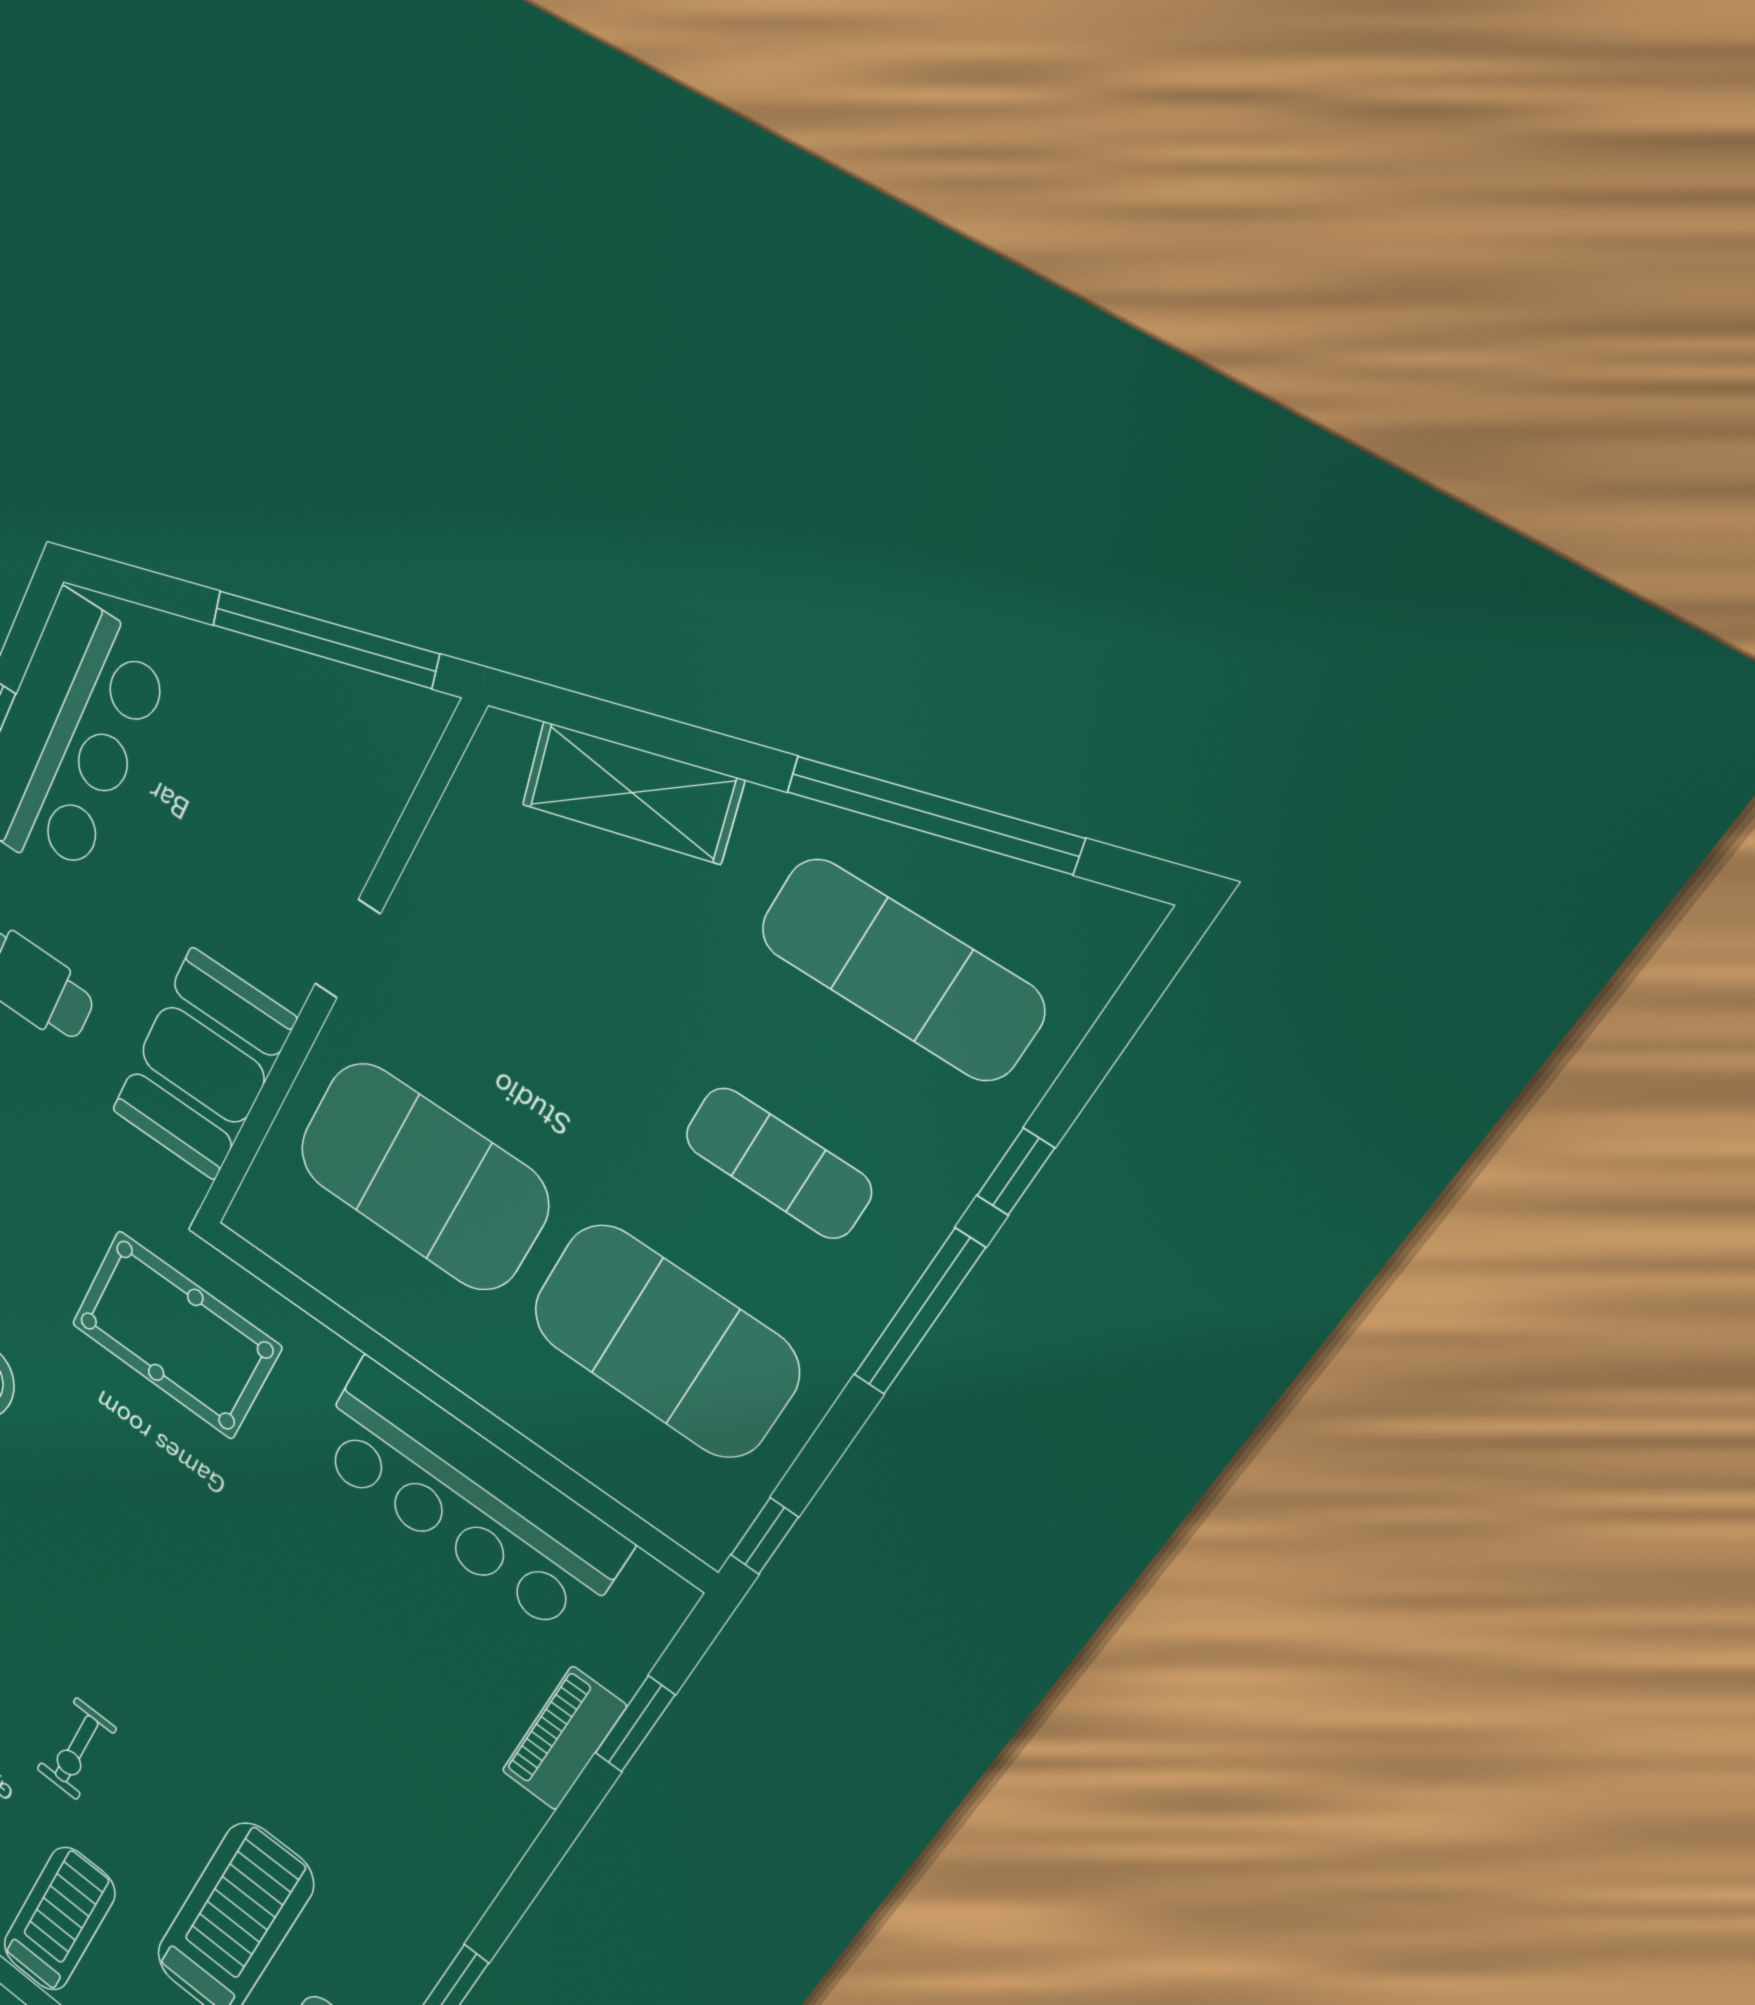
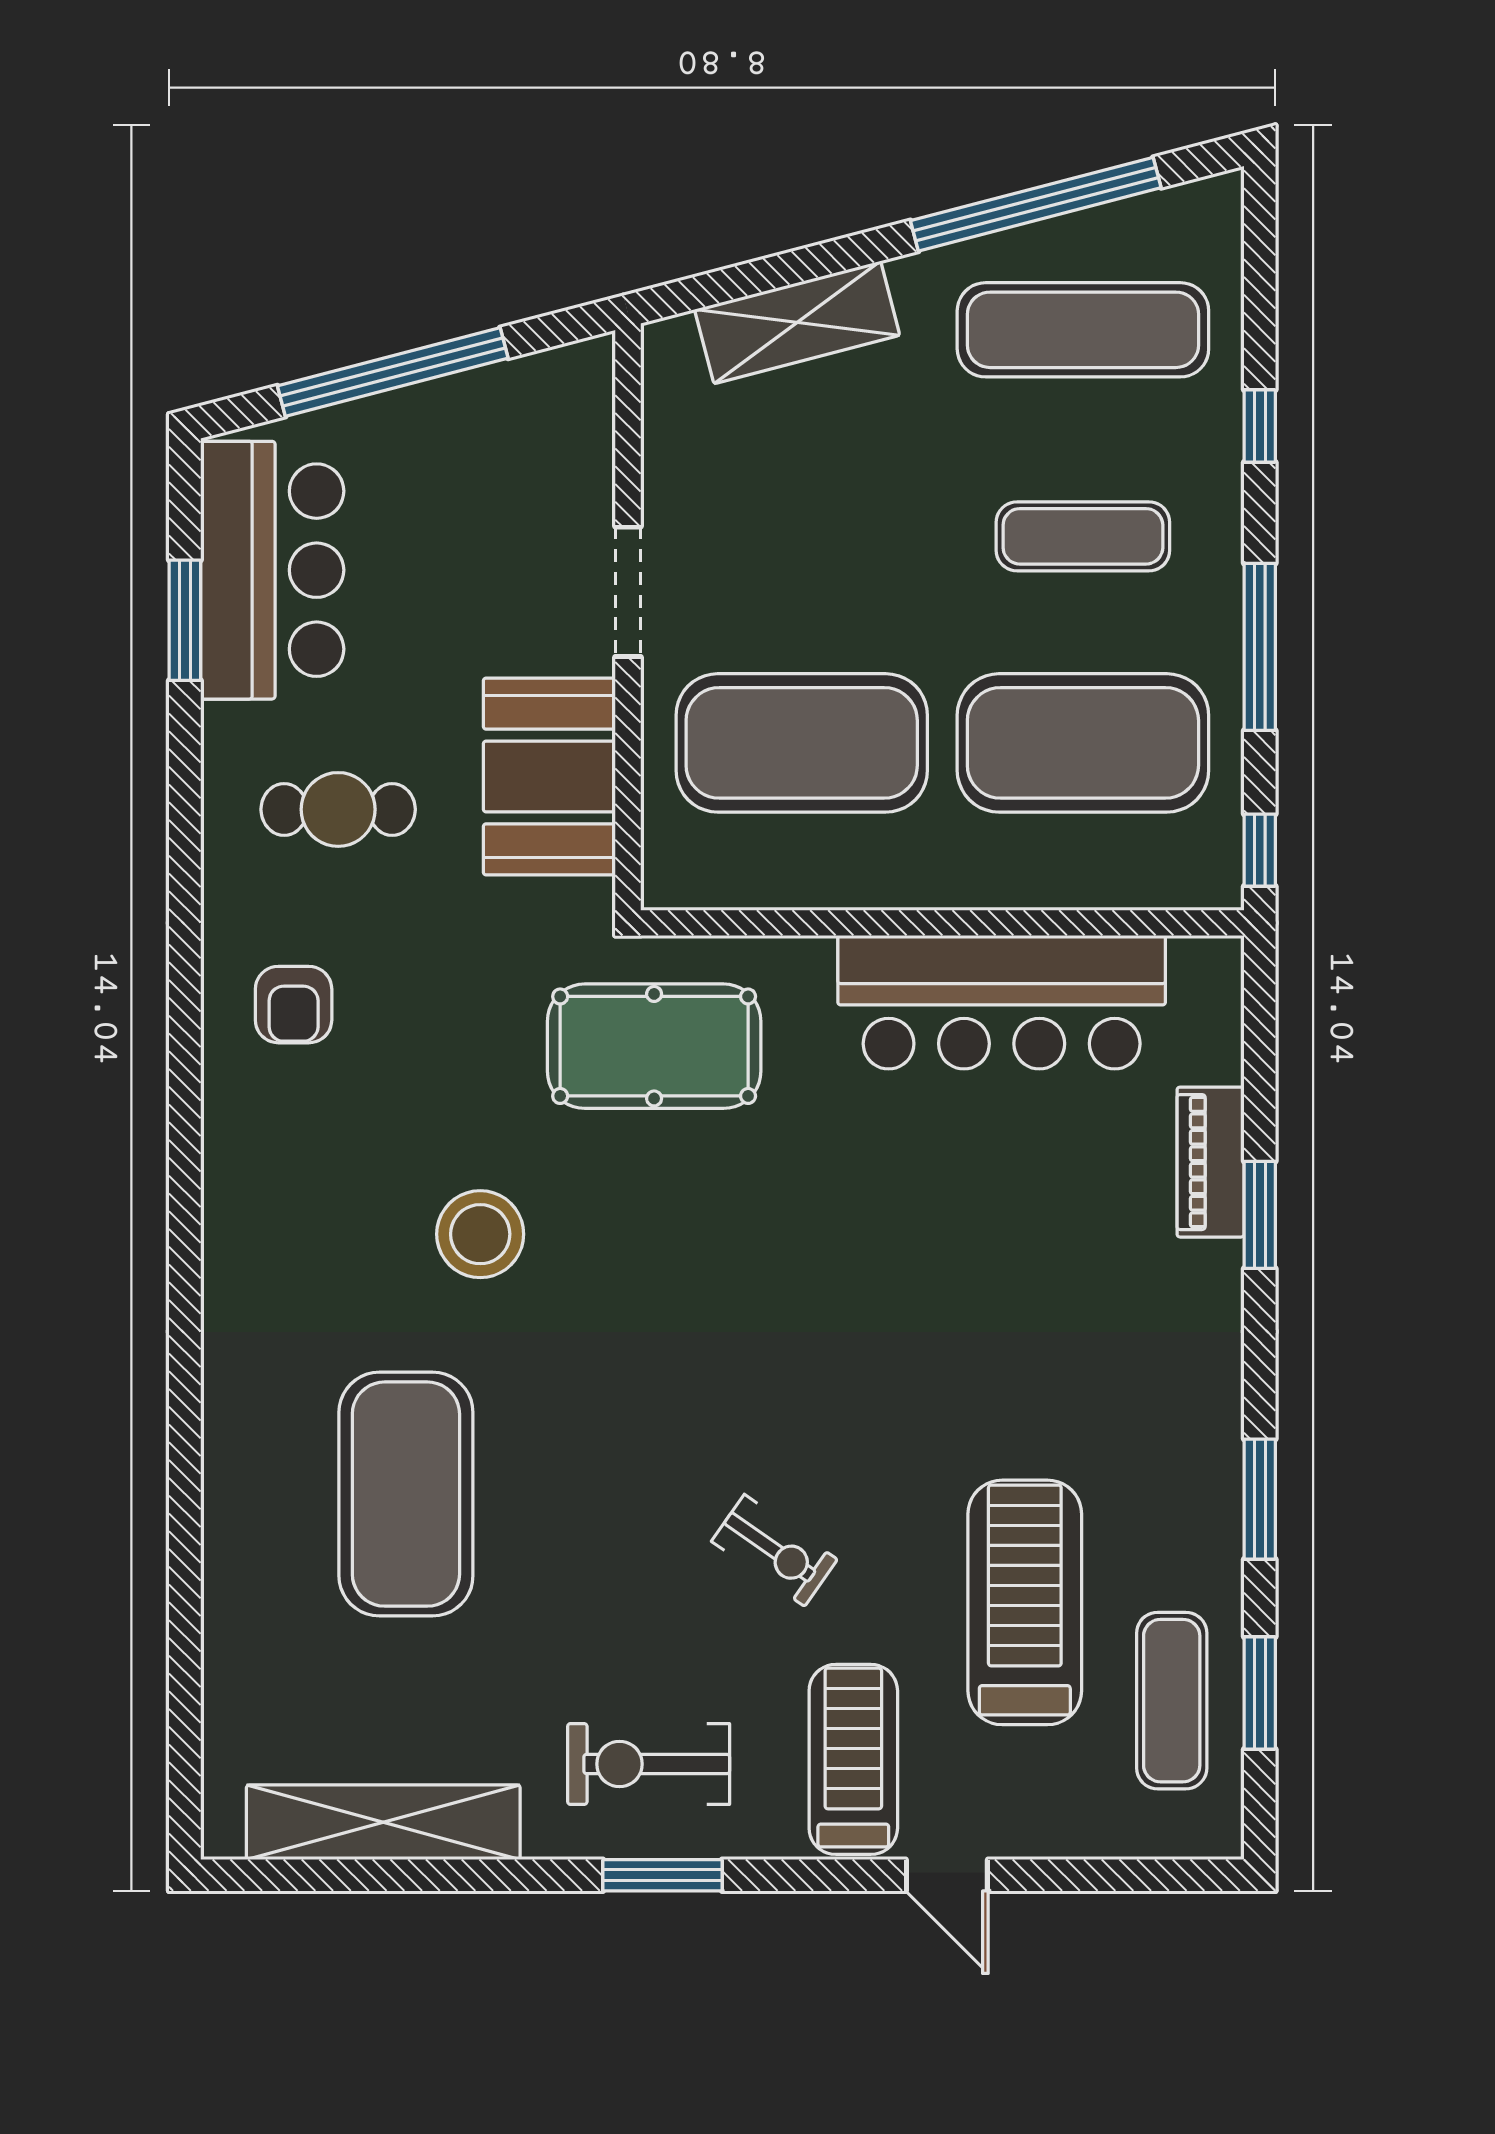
window: (324, 639) -> (393, 372), moved
doorway: (347, 949) -> (628, 592), width x1.38
window: (919, 1312) -> (1260, 647), moved
window: (635, 1724) -> (1260, 1215), moved
exercise bike: (76, 1749) -> (774, 1550), turned -55

